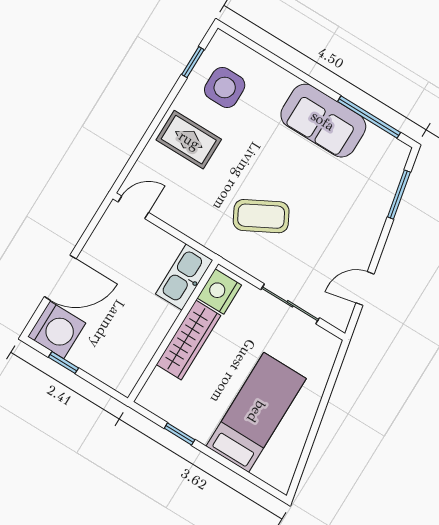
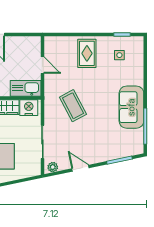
side table: (225, 87) -> (119, 55), width x0.54, depth x0.54
door: (133, 207) -> (42, 65), moved
door: (365, 289) -> (80, 168), moved
plant: (342, 312) -> (53, 167), added

